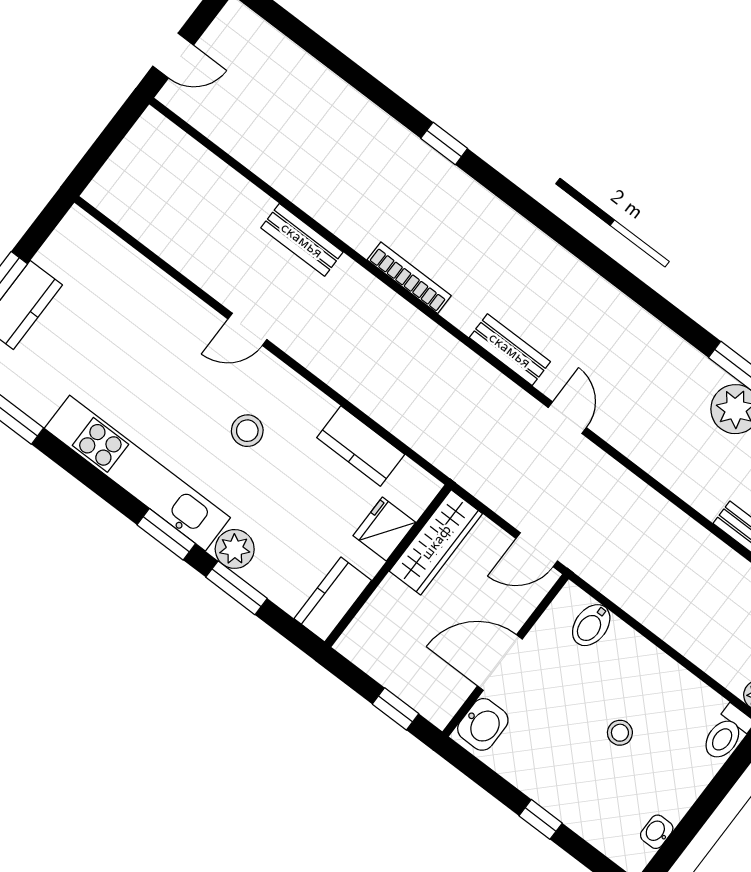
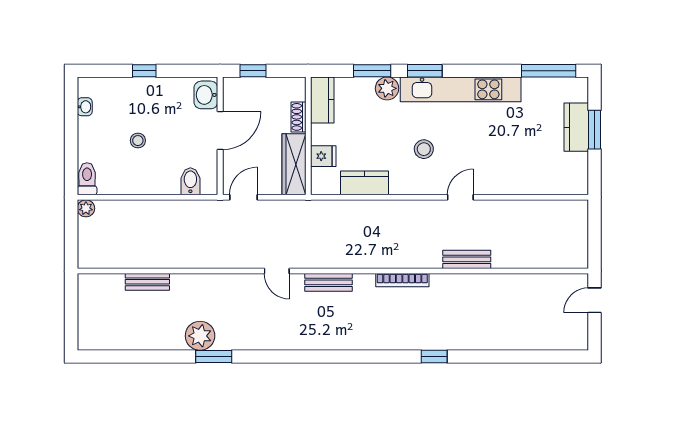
fridge: (384, 529) -> (323, 156), width x0.72
shoe rack: (382, 601) -> (298, 117), added

